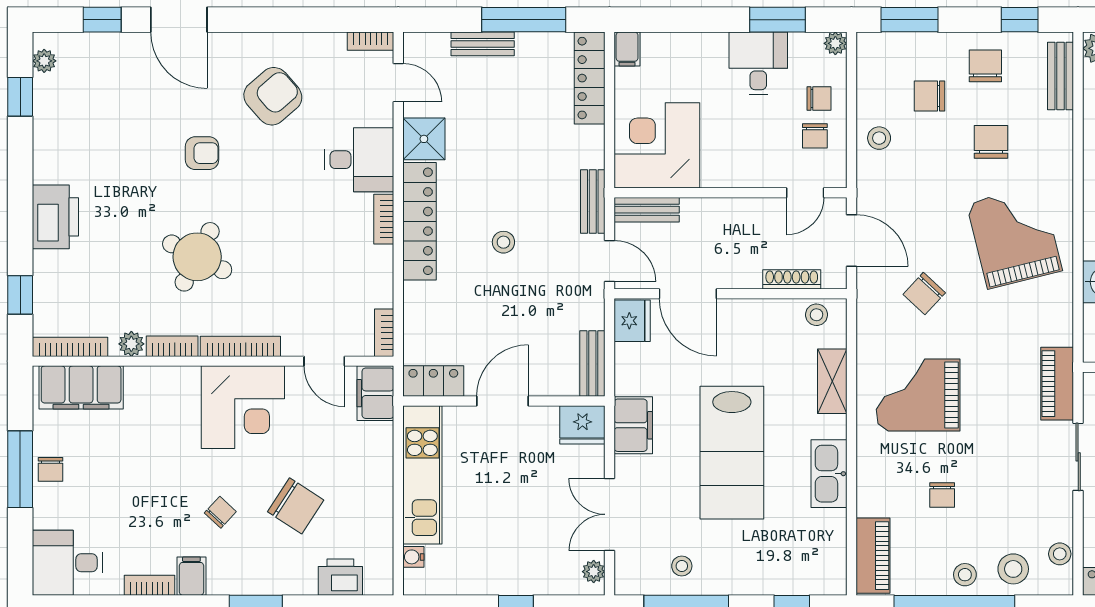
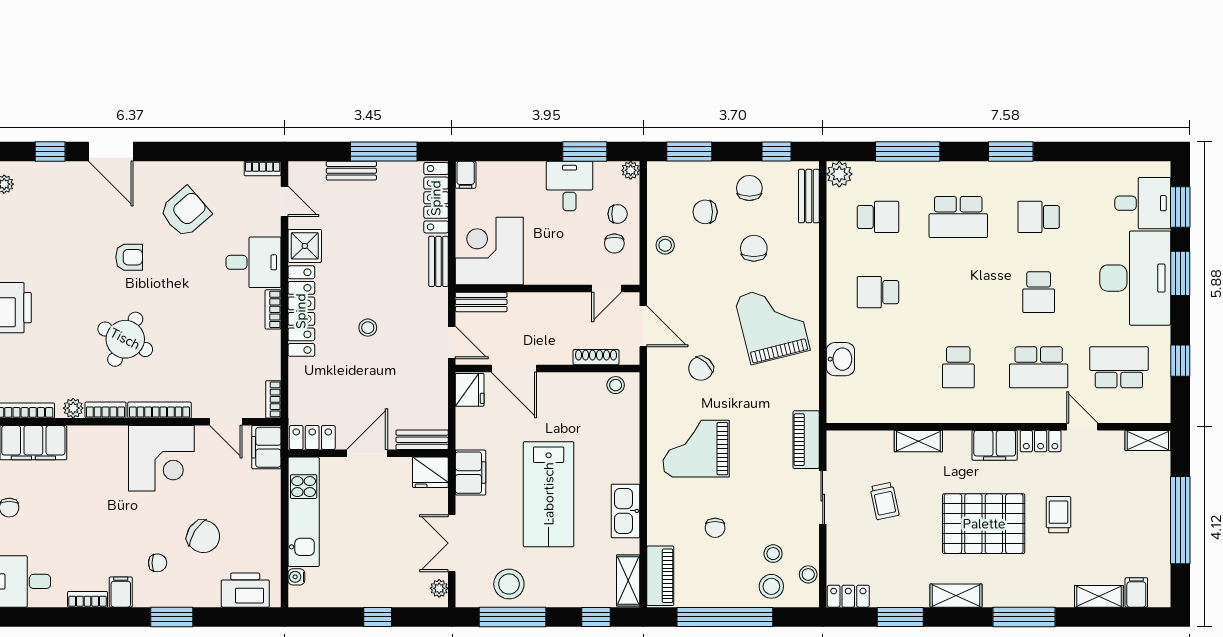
bench: (593, 201) -> (439, 261), moved
bench: (592, 363) -> (422, 440), moved, turned 90
shelving: (832, 381) -> (628, 580), moved
chair: (220, 512) -> (158, 563), moved, turned 47
stool: (682, 566) -> (509, 584), width x1.89, depth x1.89
stool: (965, 575) -> (773, 554), moved
printer: (340, 577) -> (245, 590), width x1.37, depth x1.19

